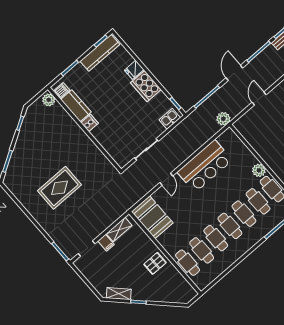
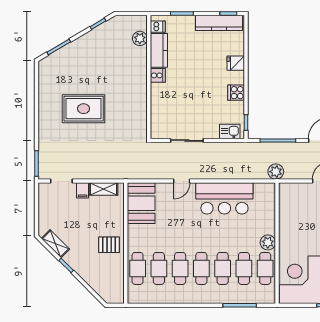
cooker: (146, 86) -> (236, 93), width x0.53, depth x0.76
plant: (49, 100) -> (140, 38), moved

